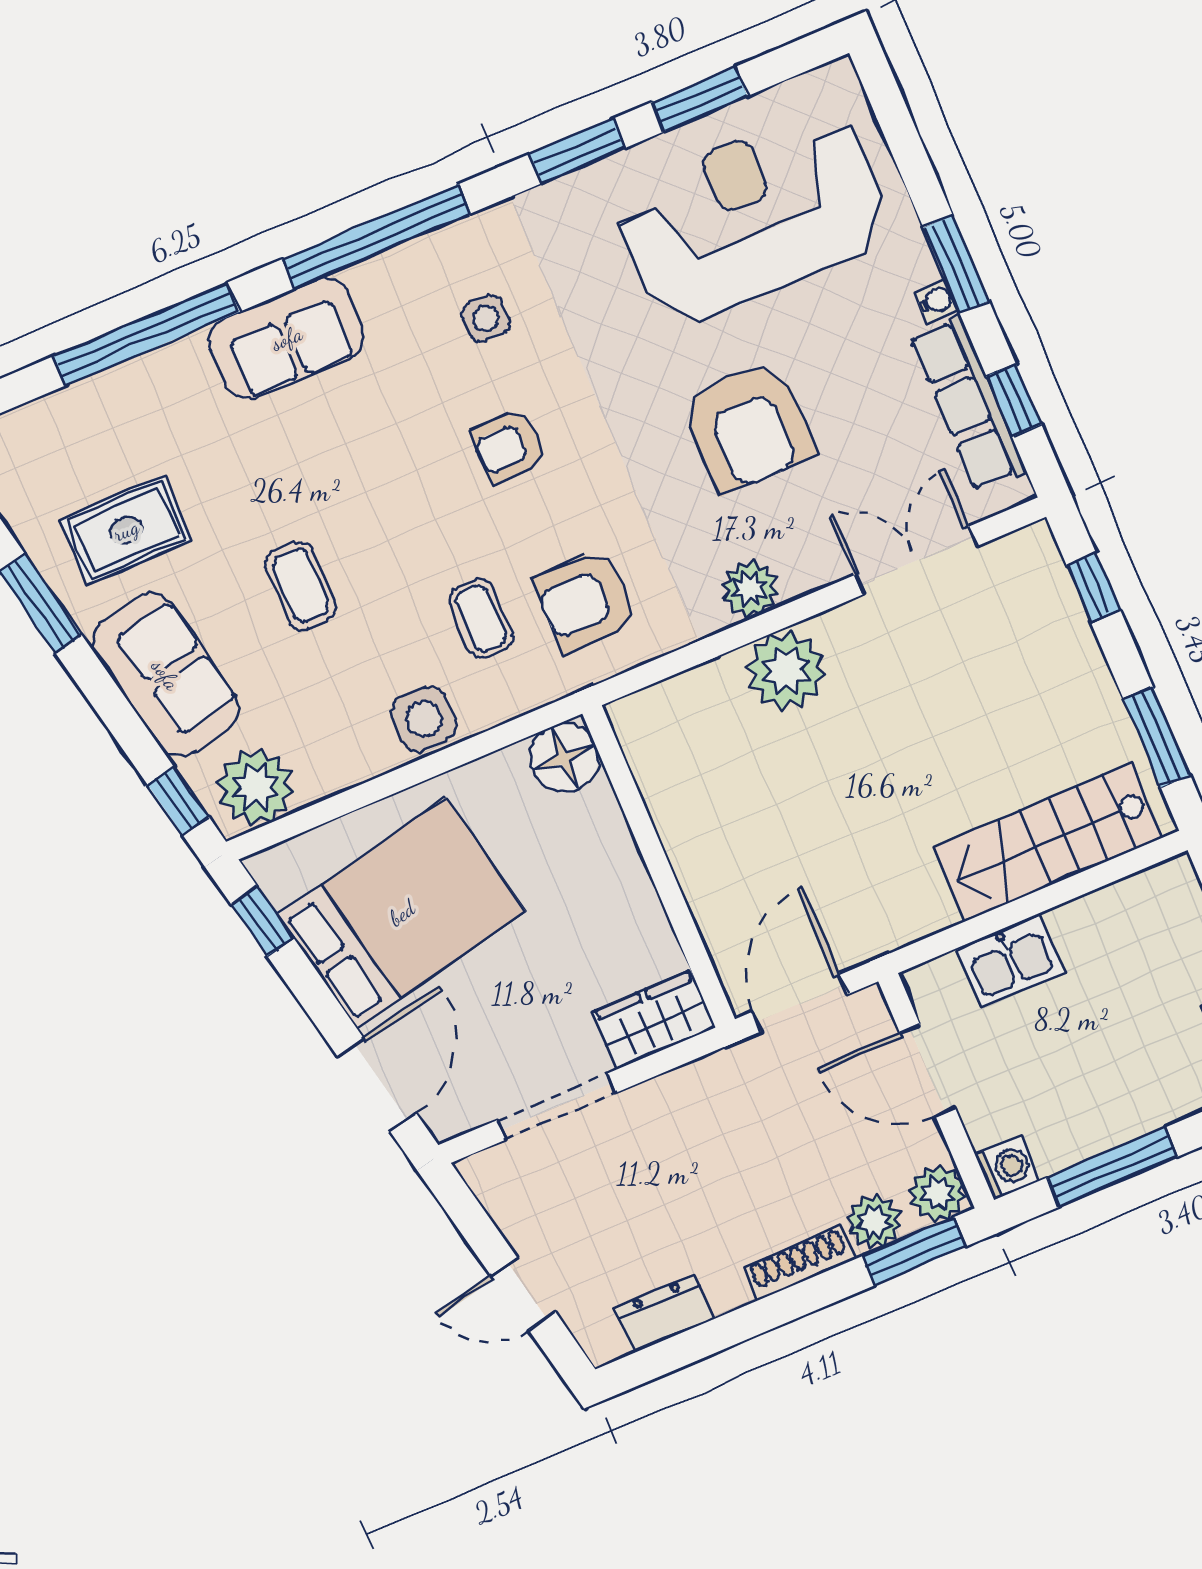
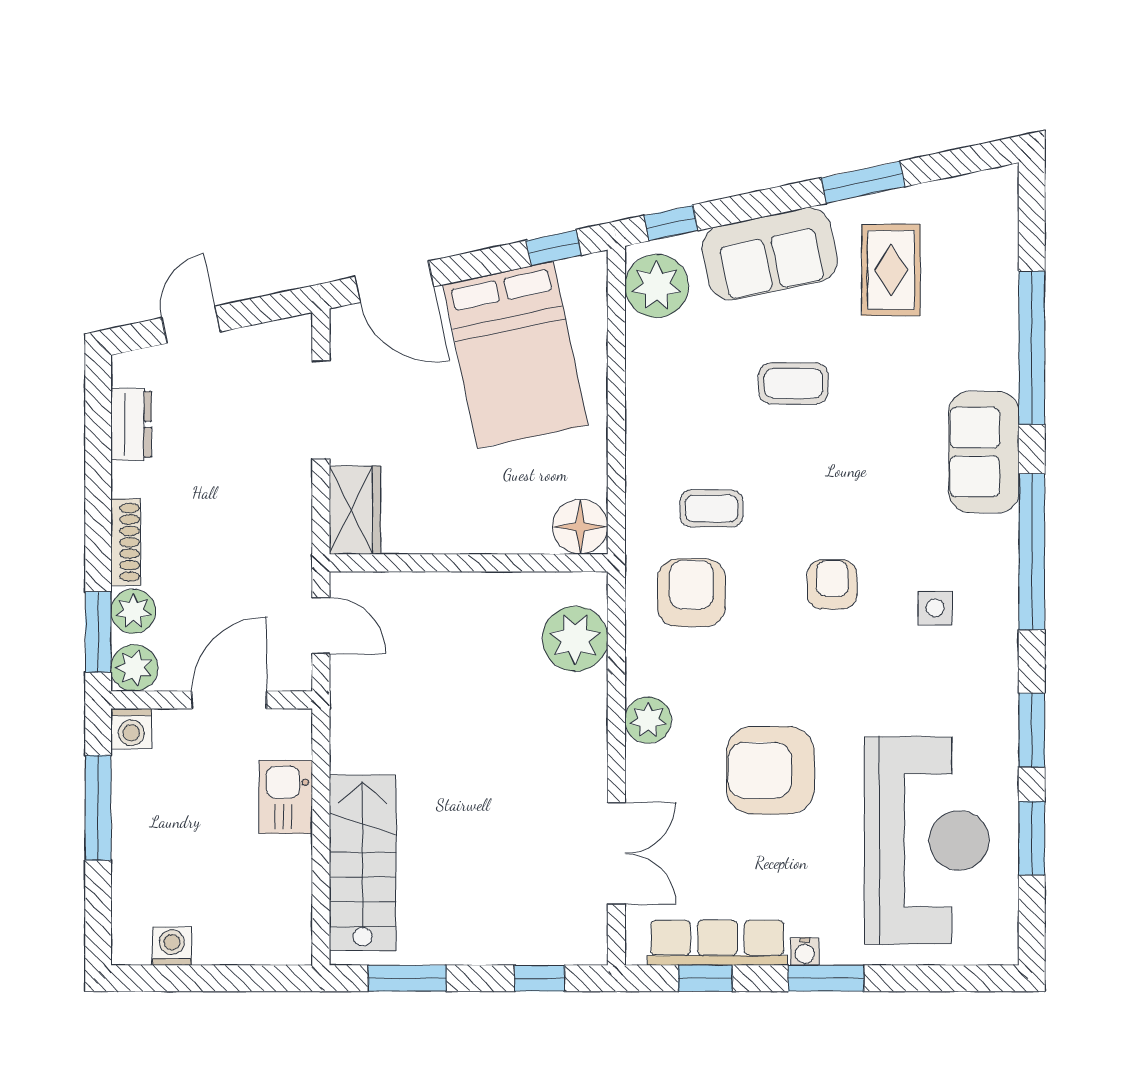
plant: (786, 671) -> (575, 639), moved
side table: (424, 719) -> (654, 434), removed
door: (800, 1003) -> (321, 626), width x0.73

